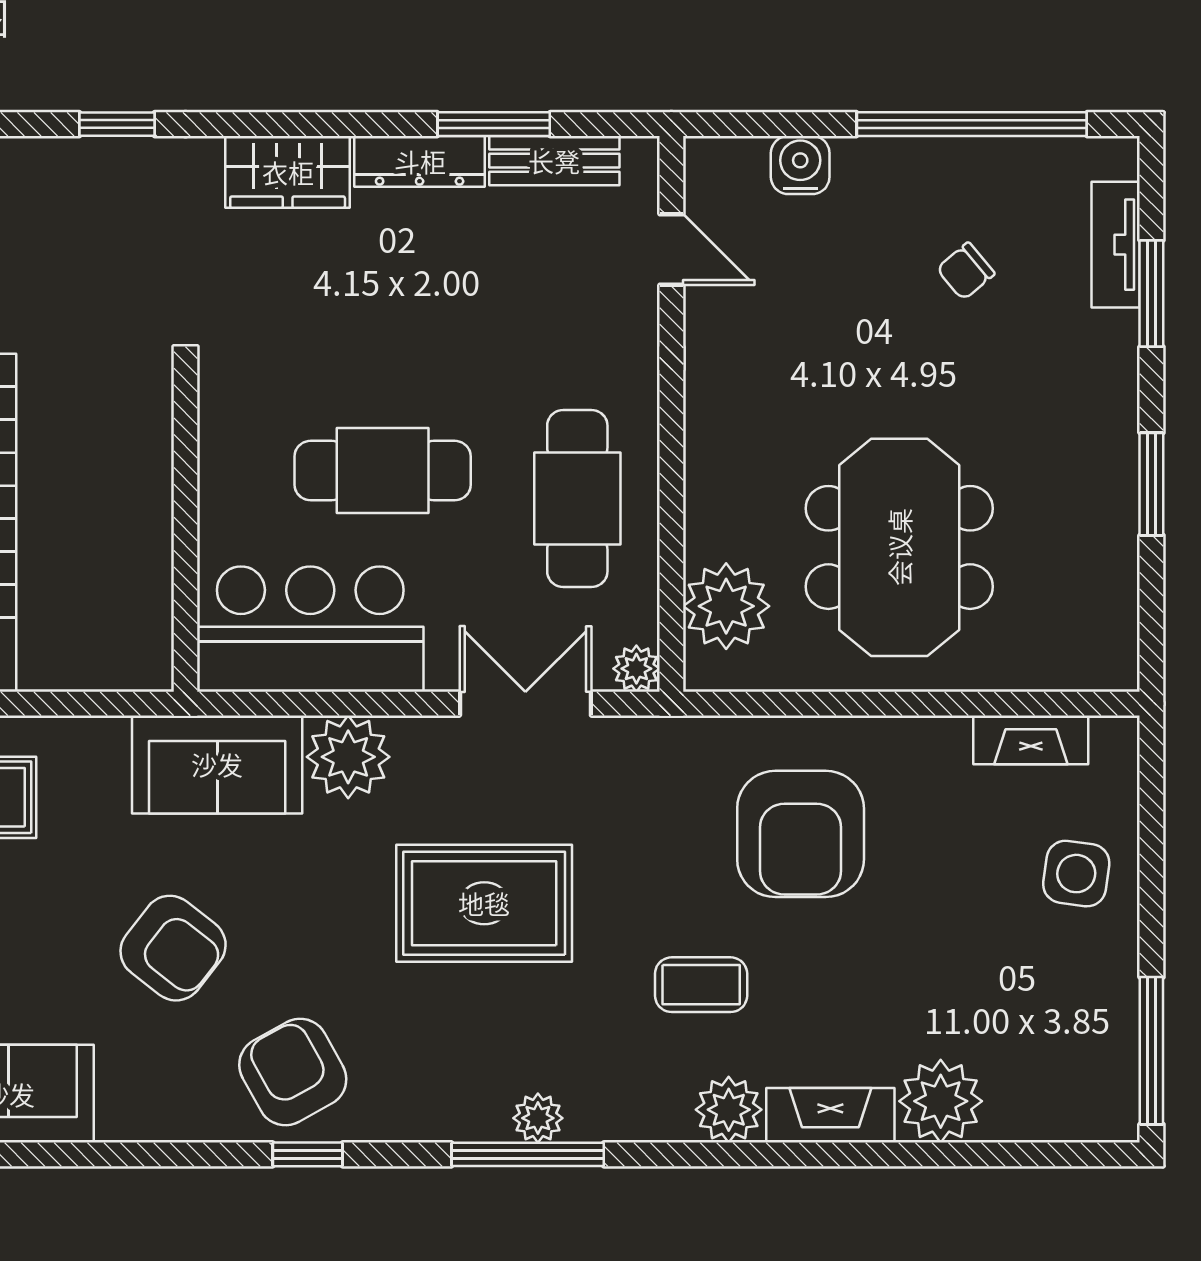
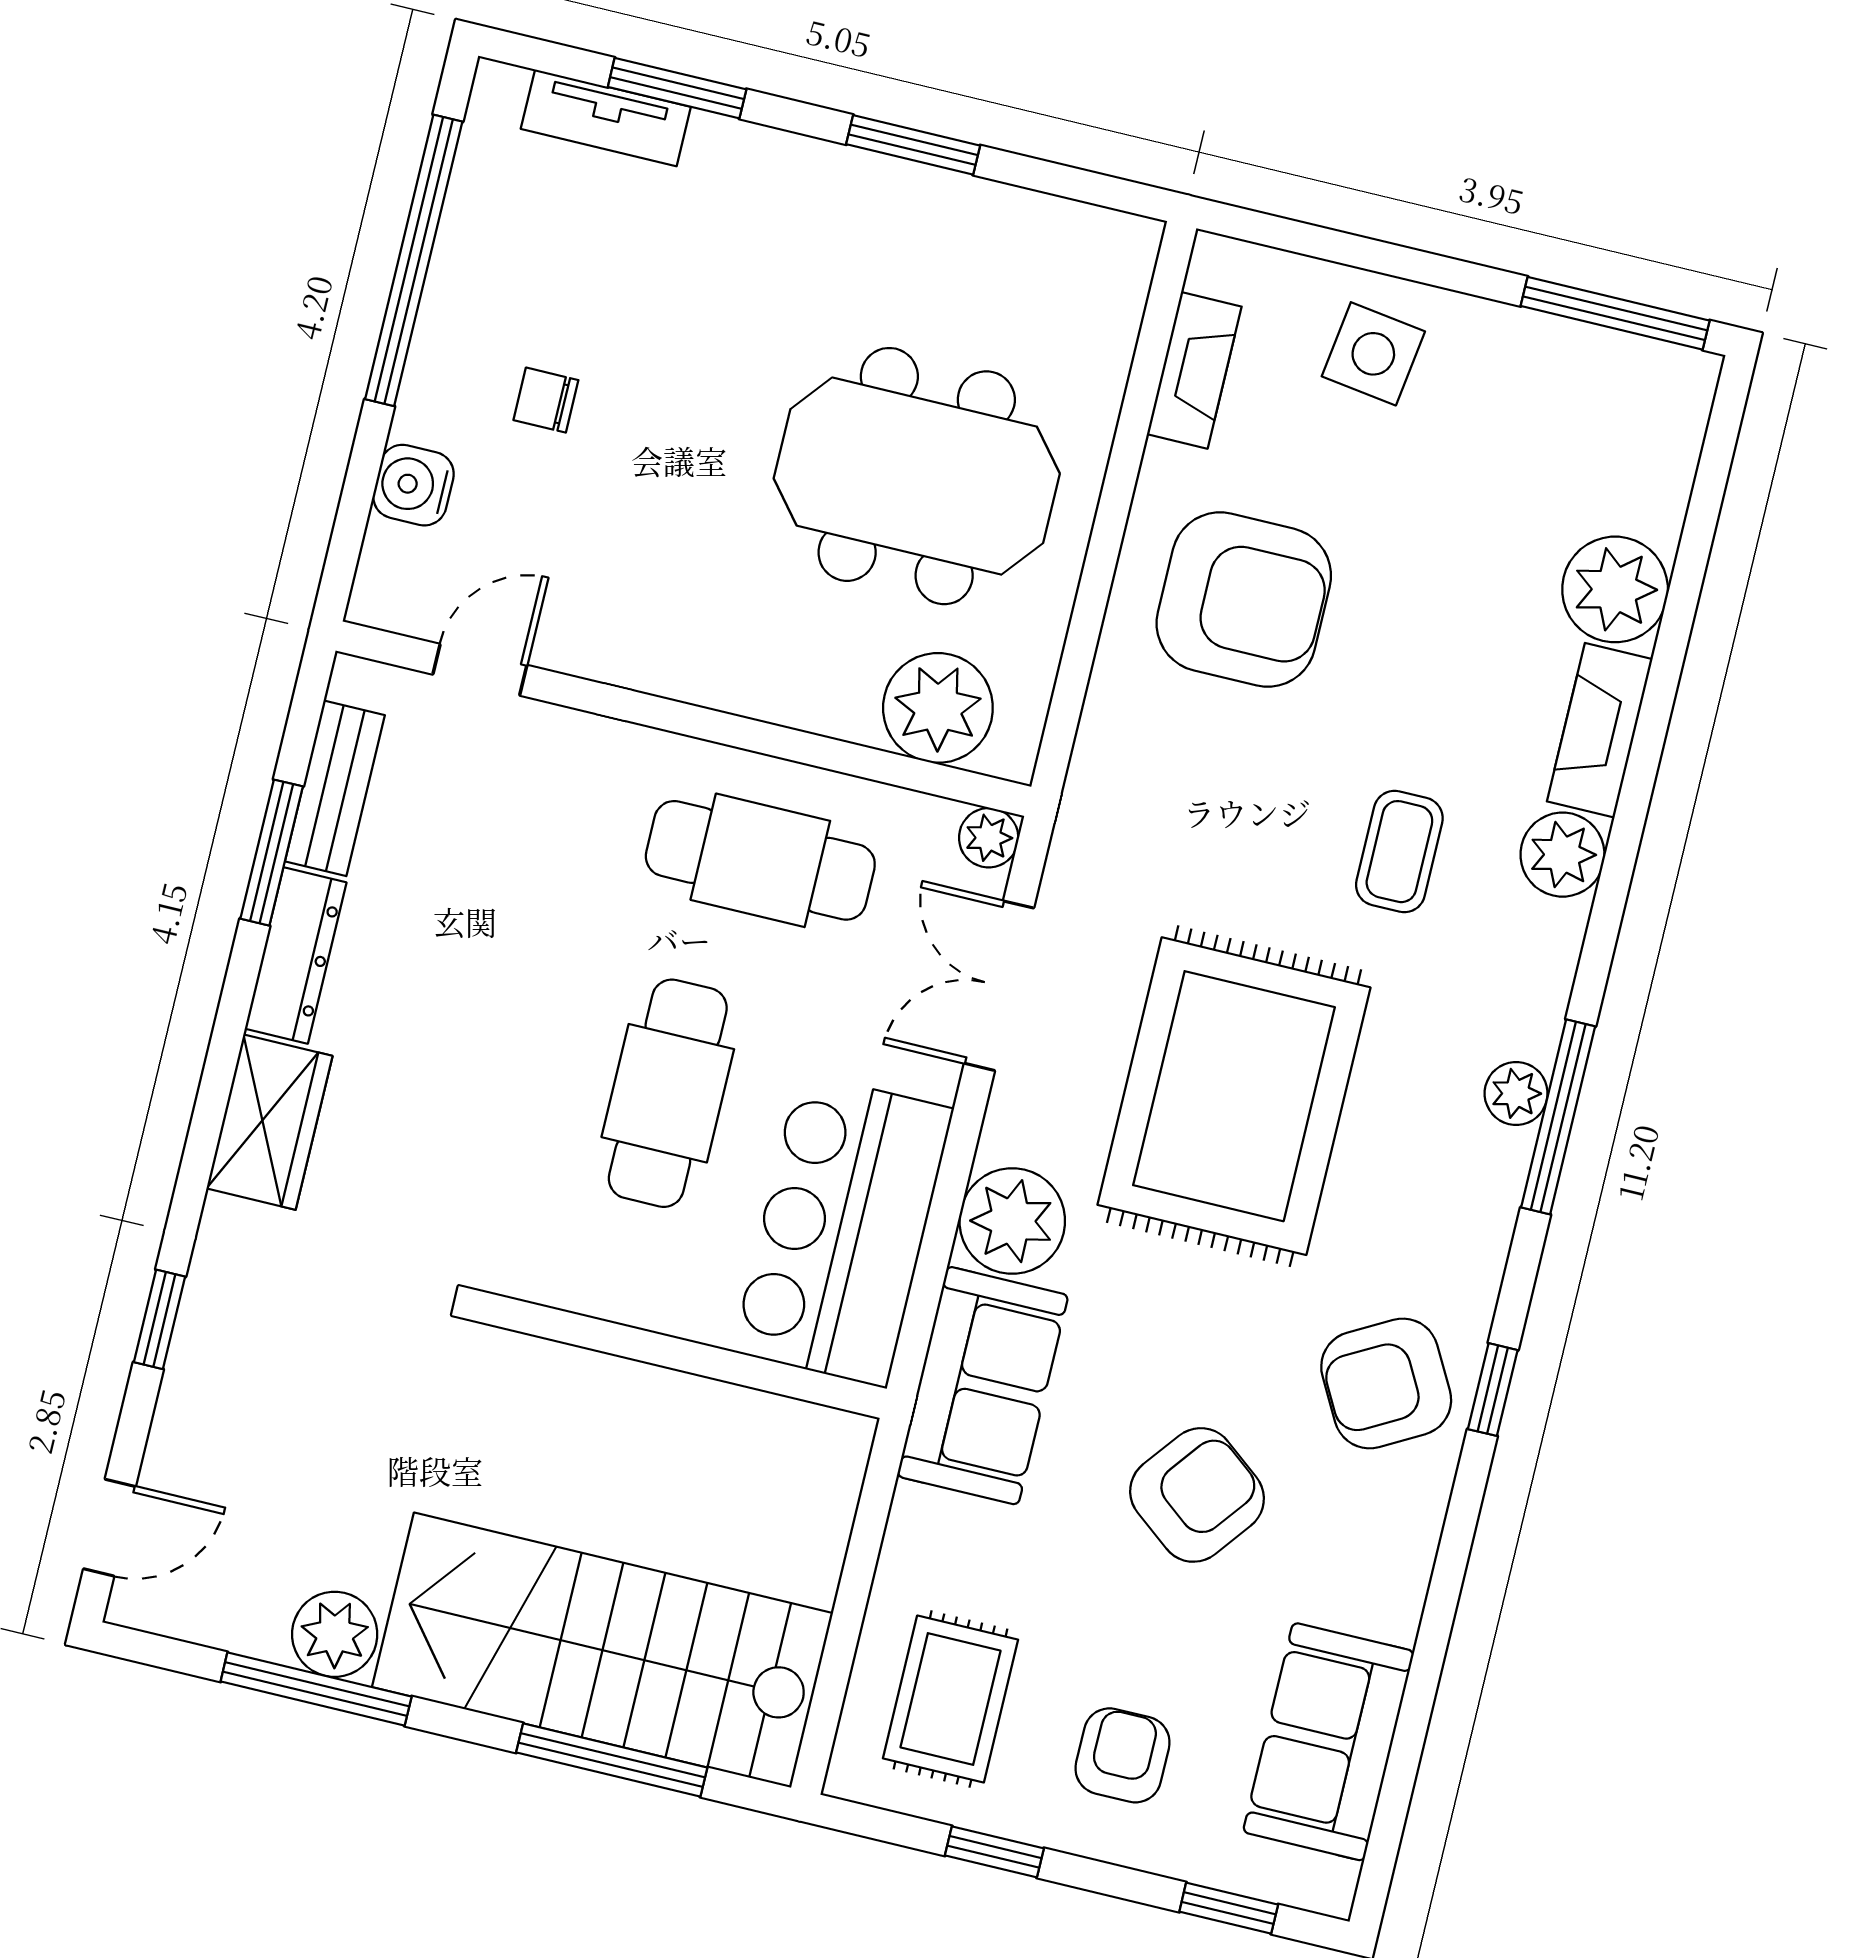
chair: (966, 271) -> (546, 400), moved, turned 130
armchair: (801, 834) -> (1244, 600), moved
rug: (484, 903) -> (1234, 1096), width x1.37, depth x1.44

